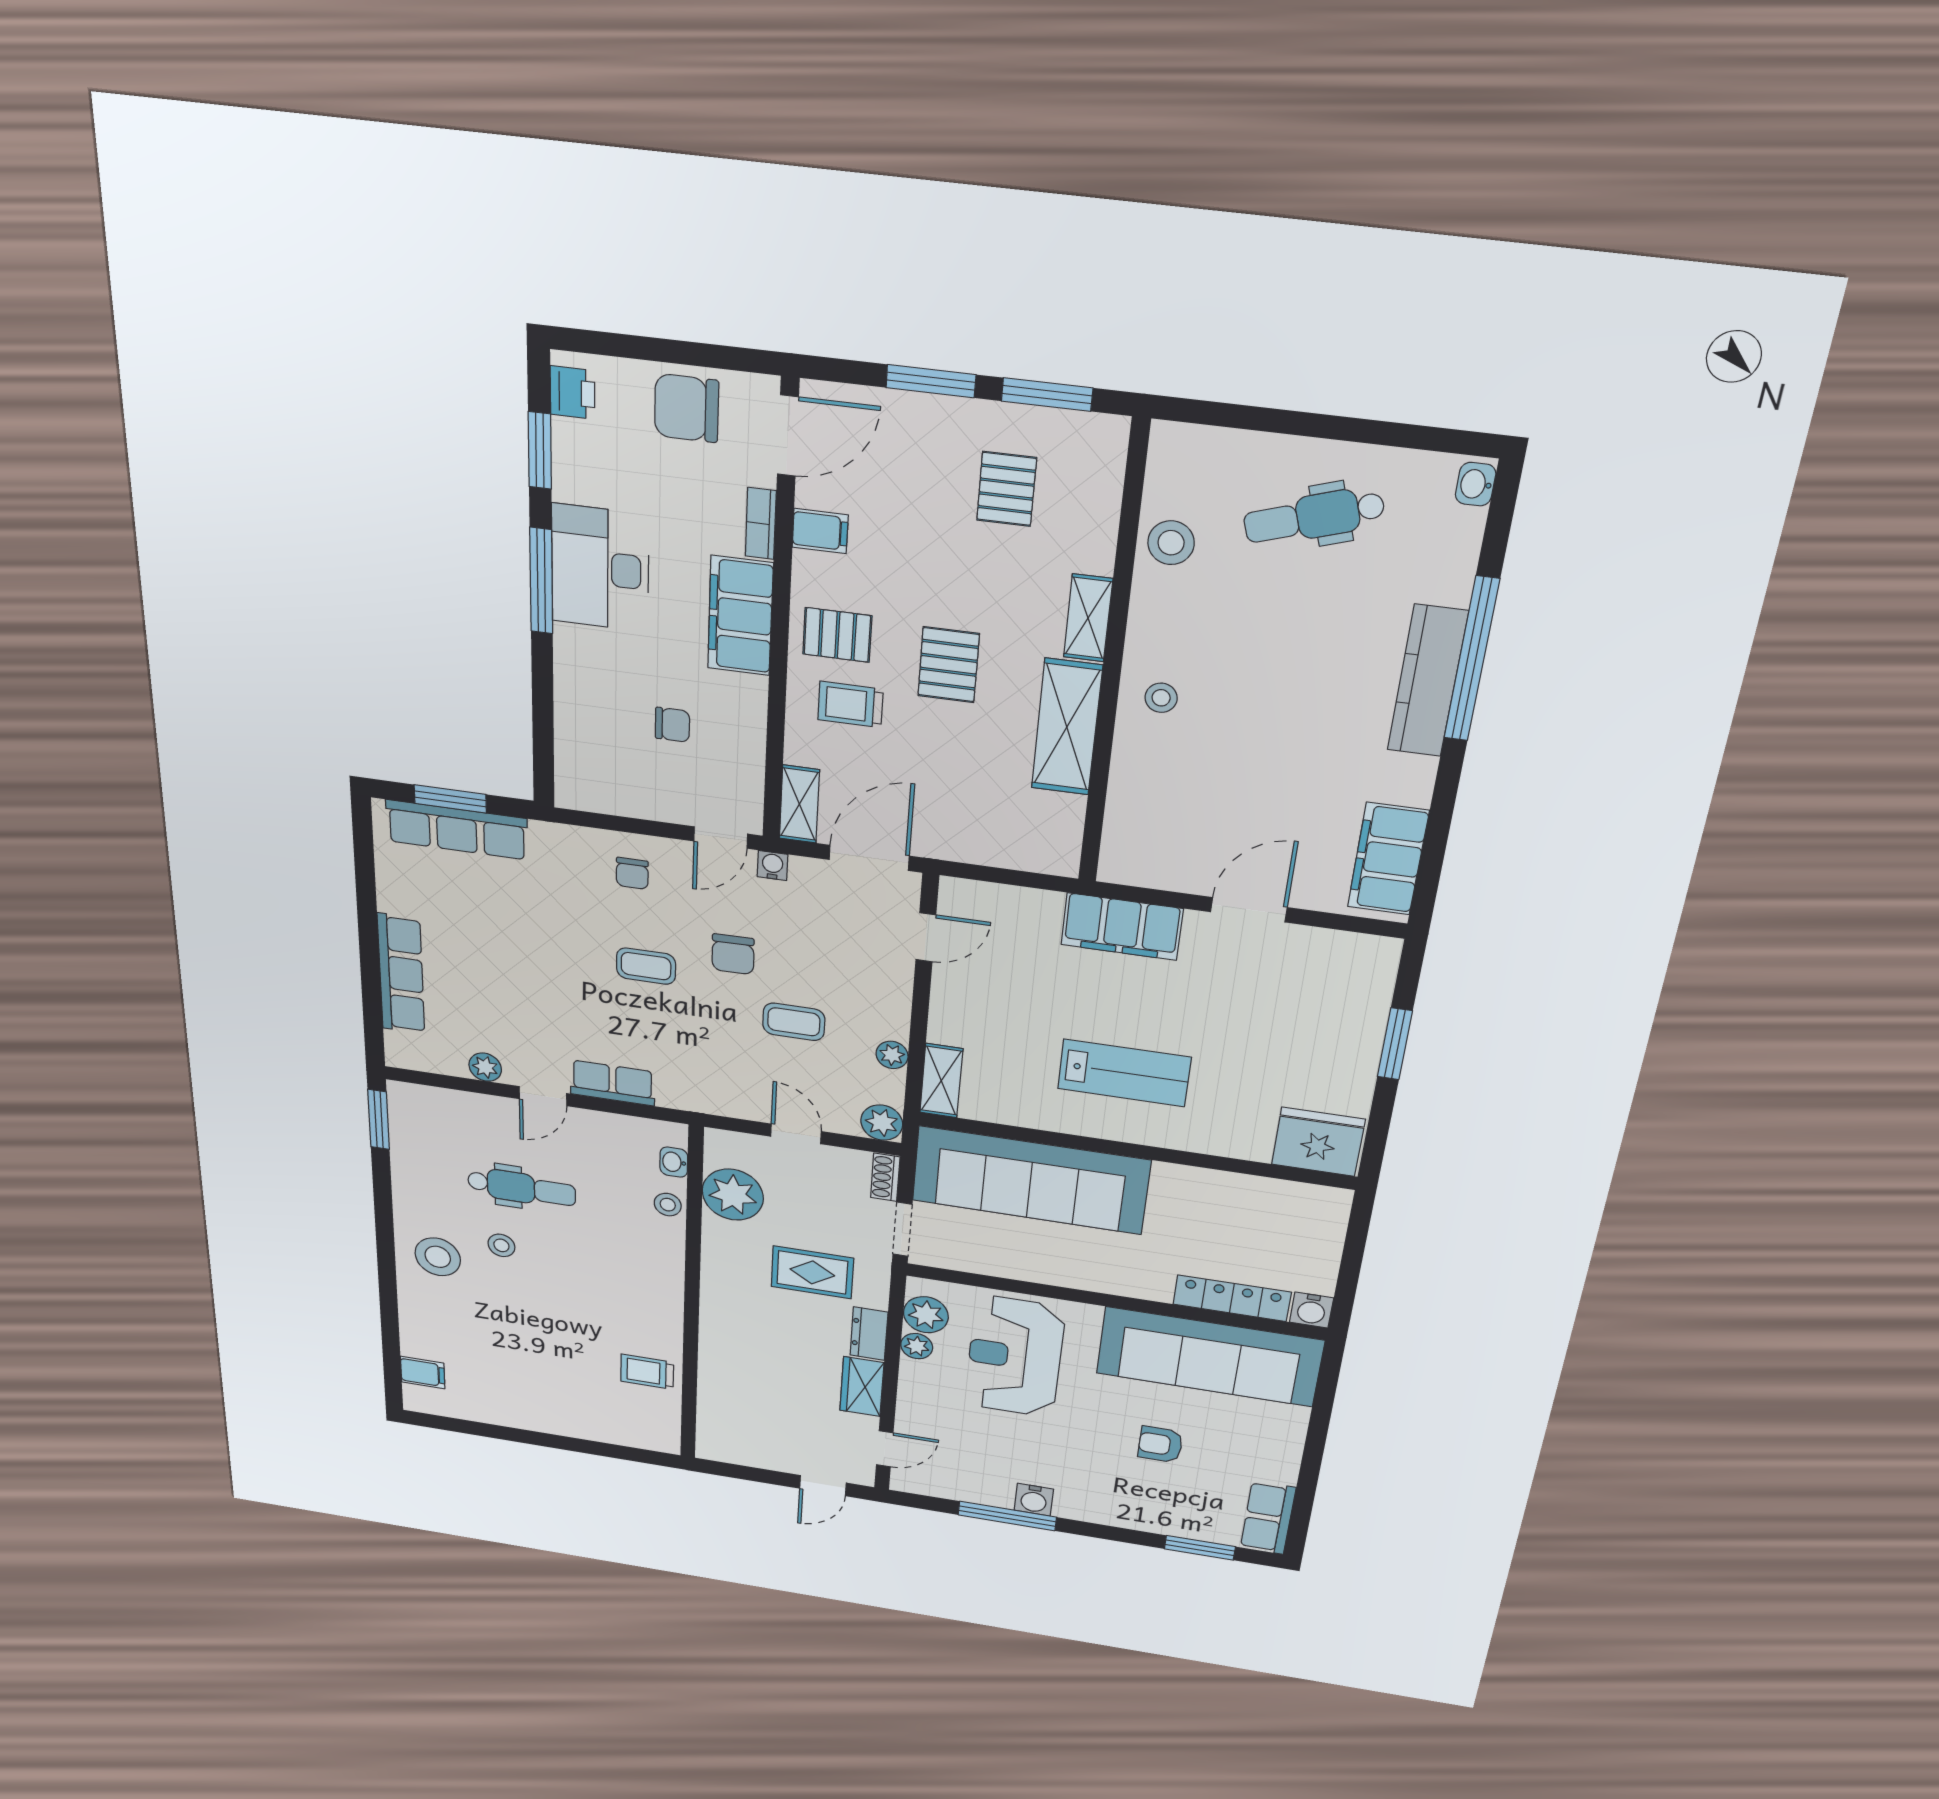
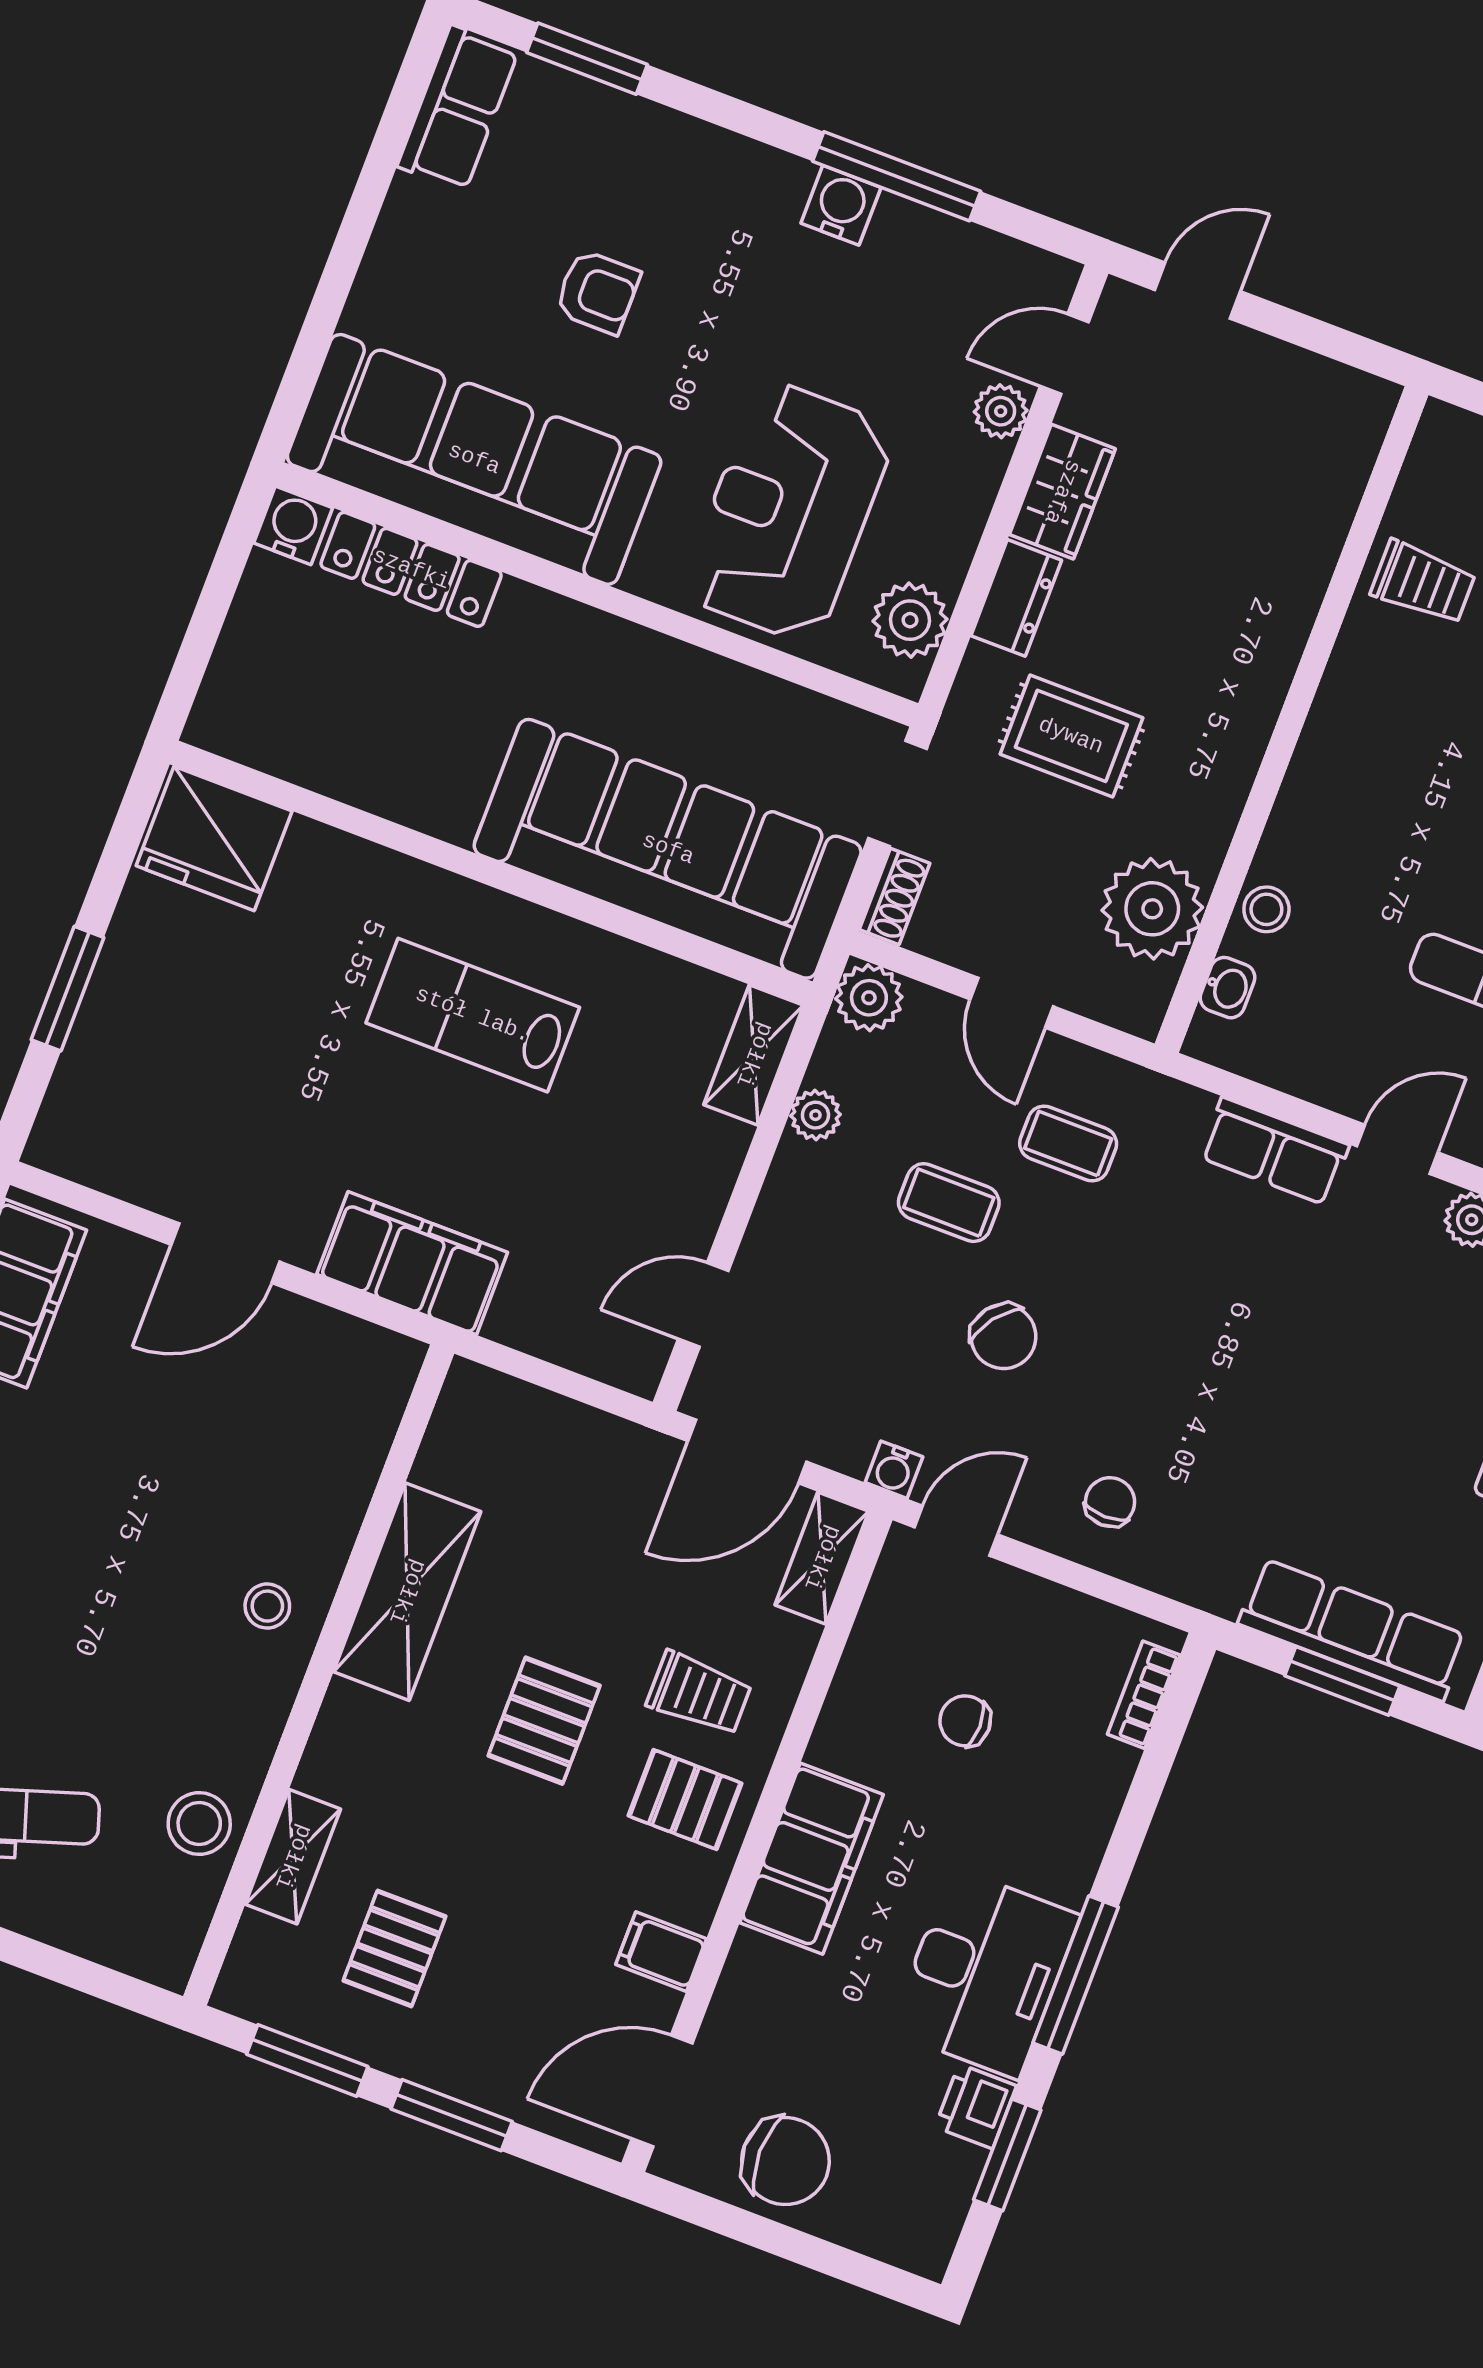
printer: (572, 392) -> (976, 2106), moved
bookcase: (761, 523) -> (1144, 1695), moved, turned 180
shelving: (1088, 618) -> (293, 1857), moved
chair: (733, 954) -> (1003, 1337), turned 128
coffee table: (646, 966) -> (1068, 1143), moved
plant: (917, 1346) -> (1001, 411), moved
reception desk: (1015, 1356) -> (789, 512), turned 180

